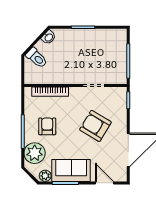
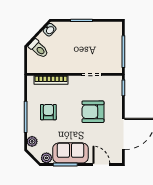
armchair: (95, 126) -> (93, 112), turned -31
plant: (35, 153) -> (32, 141), width x0.53, depth x0.53

